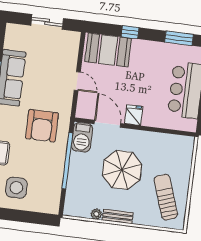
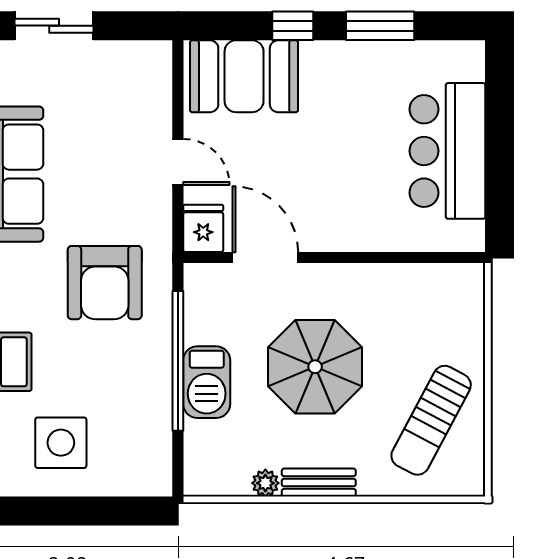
sliding door: (47, 22) -> (54, 26), moved
window: (179, 38) -> (380, 26), moved
fridge: (134, 115) -> (203, 228), moved
barbecue: (82, 137) -> (207, 382), moved
sun lounger: (166, 197) -> (431, 420), turned -133

